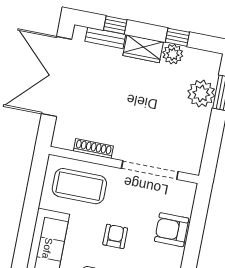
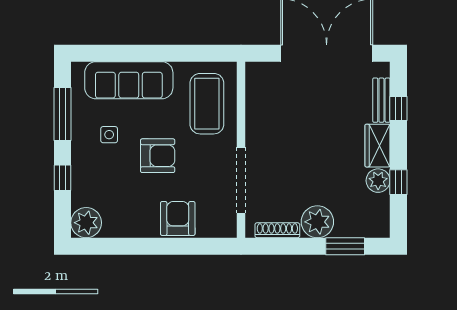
plant: (201, 93) -> (317, 222), moved
shoe rack: (93, 149) -> (277, 230), moved, turned -90
armchair: (115, 236) -> (158, 156), width x1.38, depth x1.38

